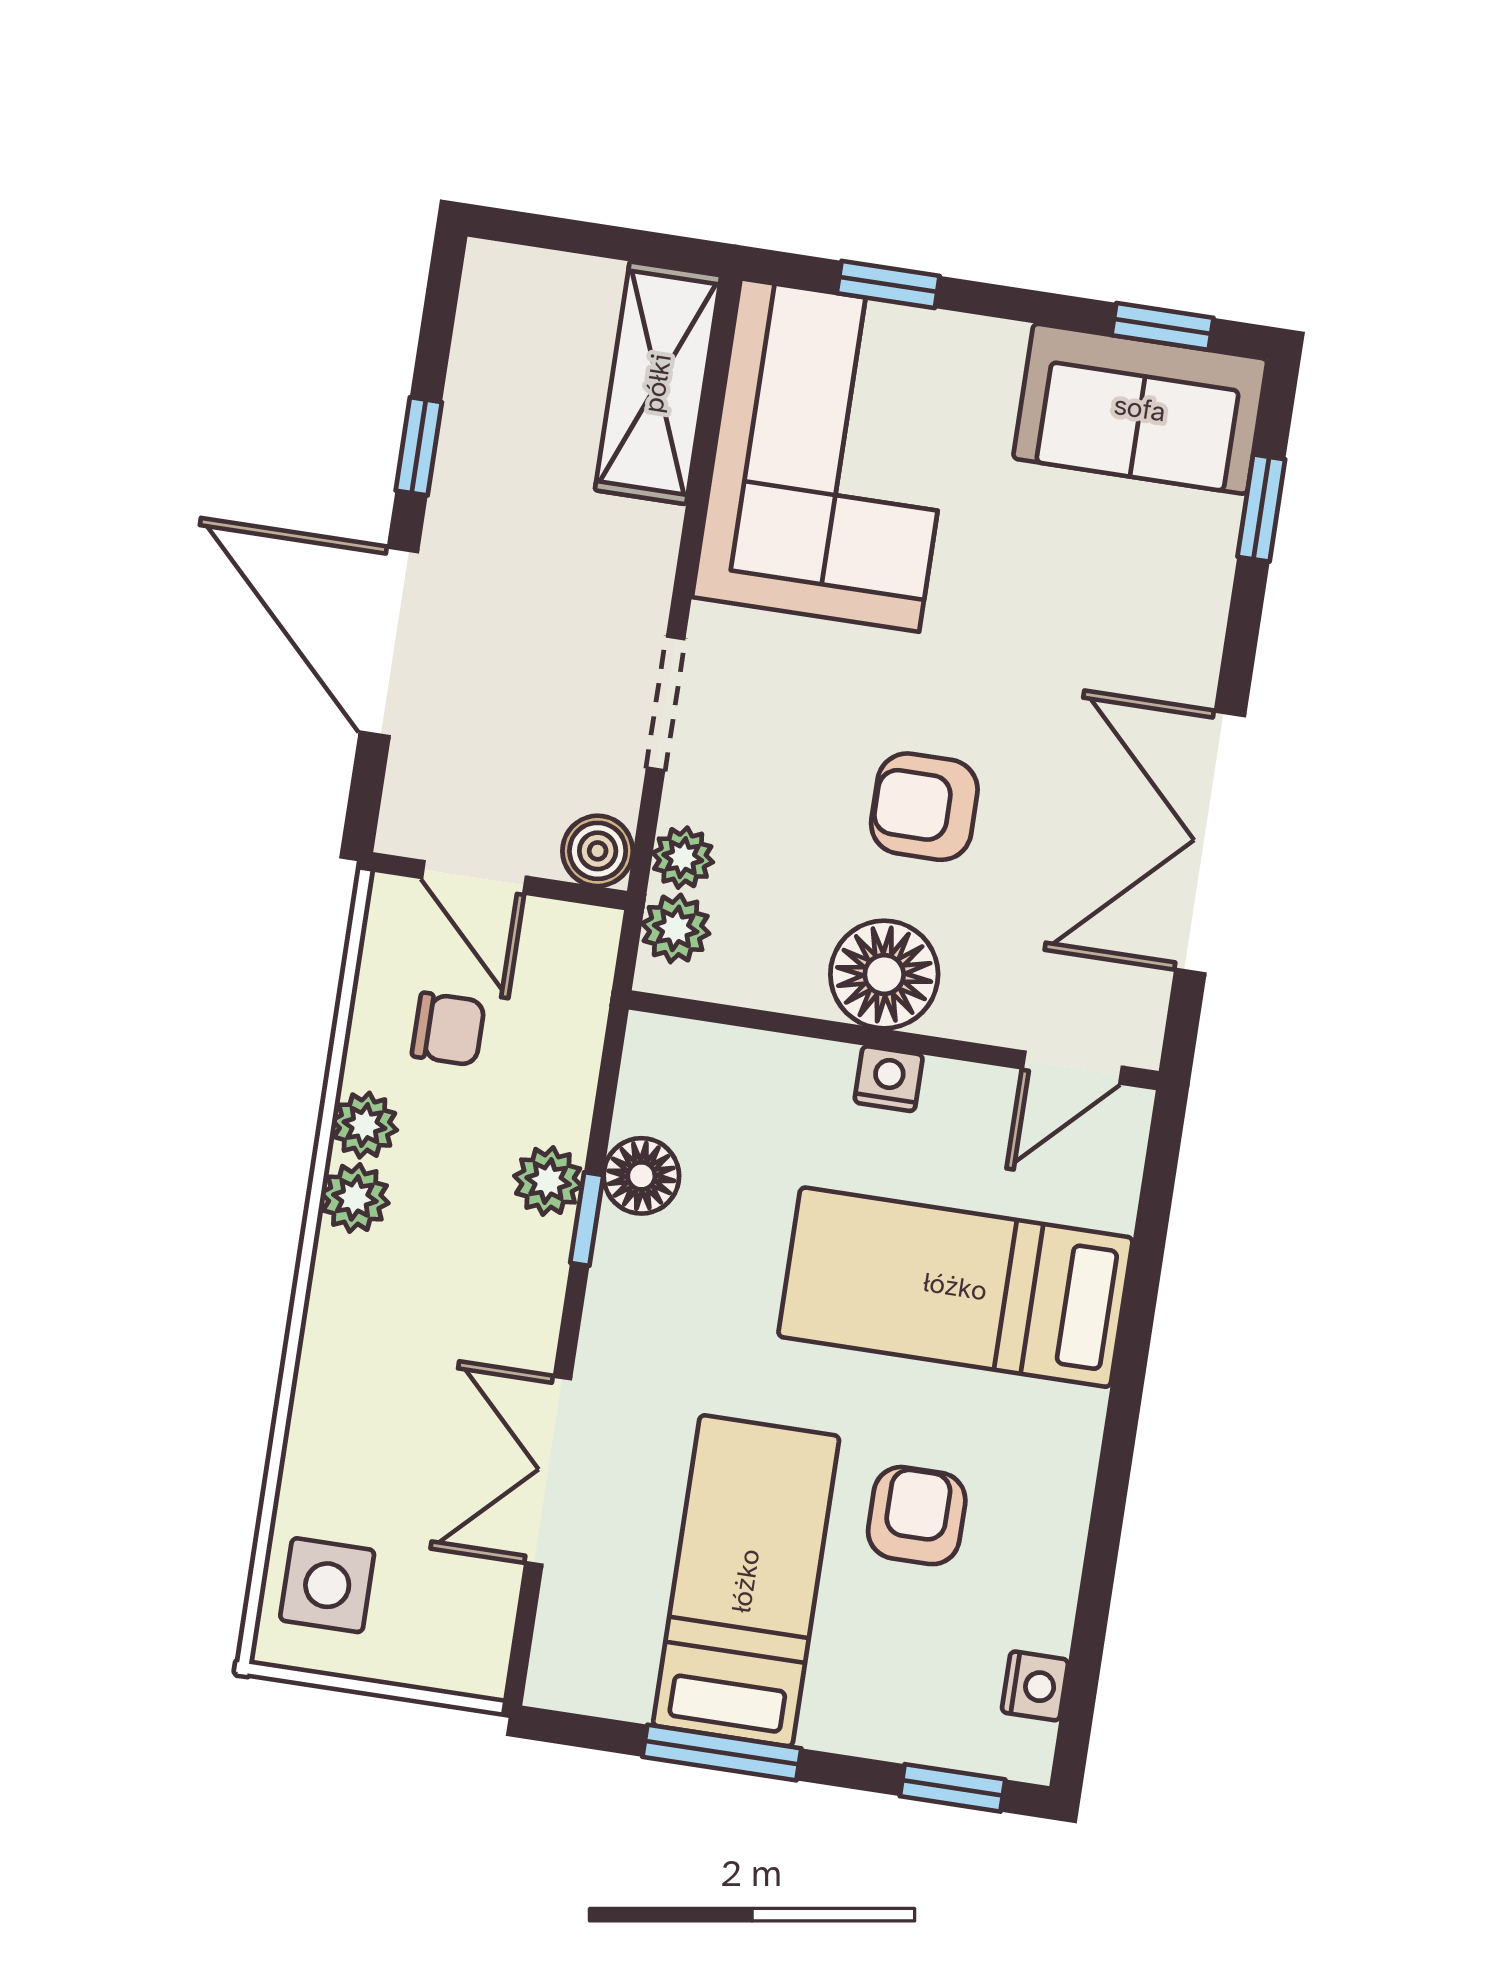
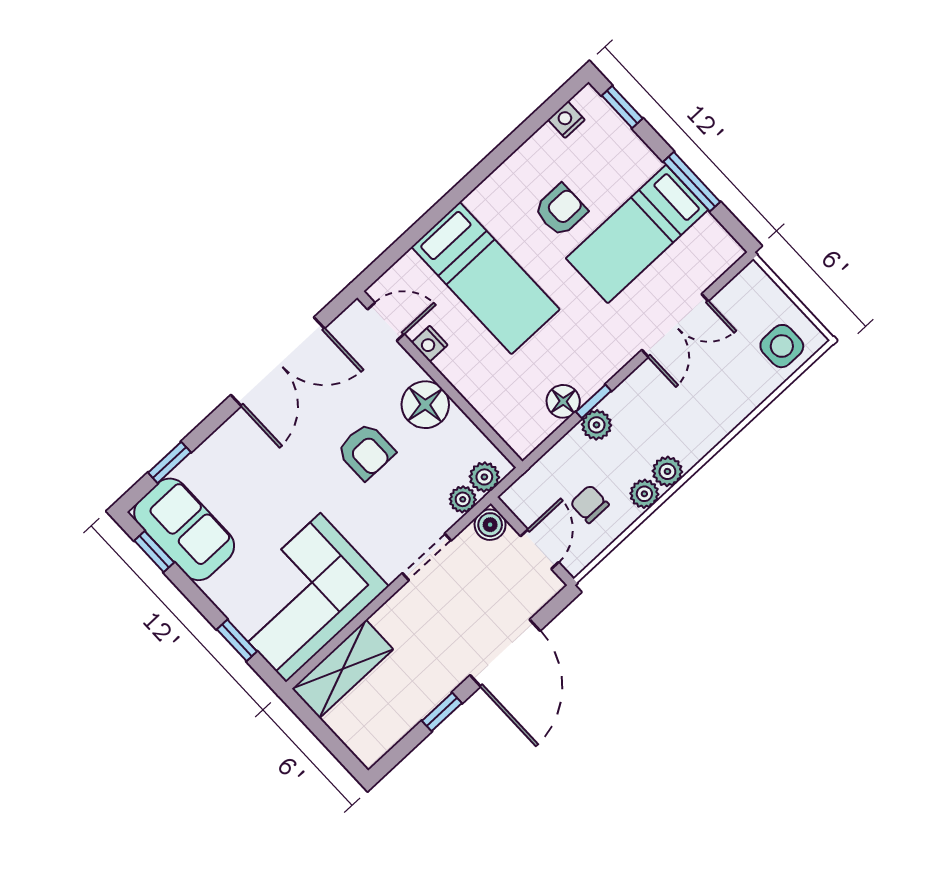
nightstand: (889, 1079) -> (430, 344), moved
armchair: (917, 1516) -> (561, 210), turned 180

